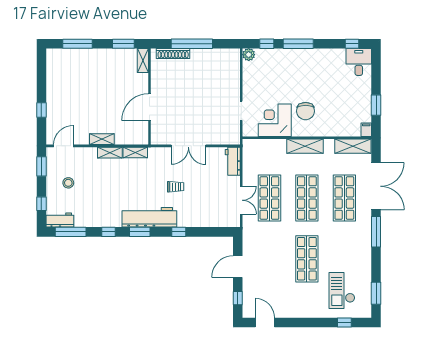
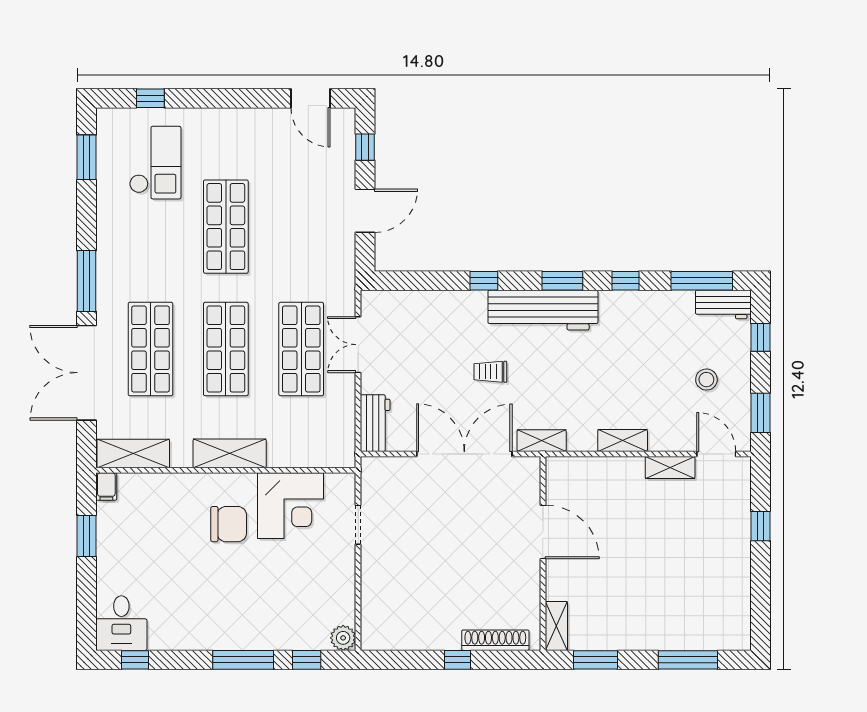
window: (192, 44) -> (458, 660), width x0.32
door: (149, 107) -> (543, 532), hinge flipped
chair: (306, 111) -> (229, 524), turned 90
shelving: (102, 139) -> (670, 467), moved
door: (63, 146) -> (716, 454), swing flipped
double door: (188, 146) -> (464, 454), width x1.36
shelving: (135, 153) -> (542, 441), moved

